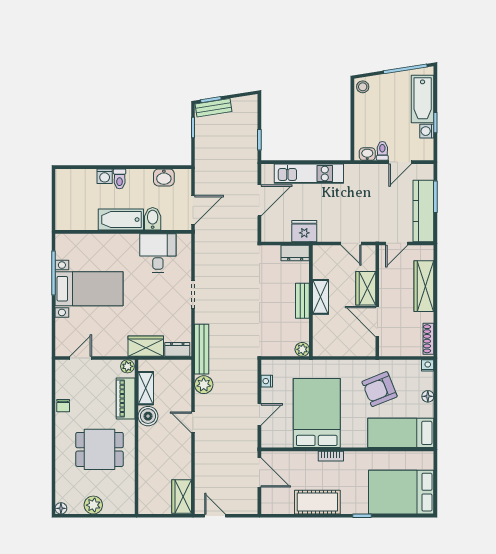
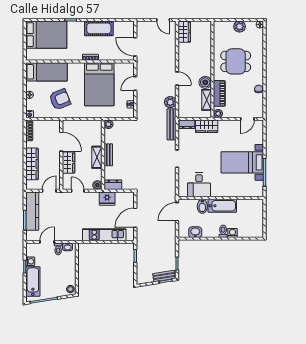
boiler: (320, 252) -> (97, 185), added

